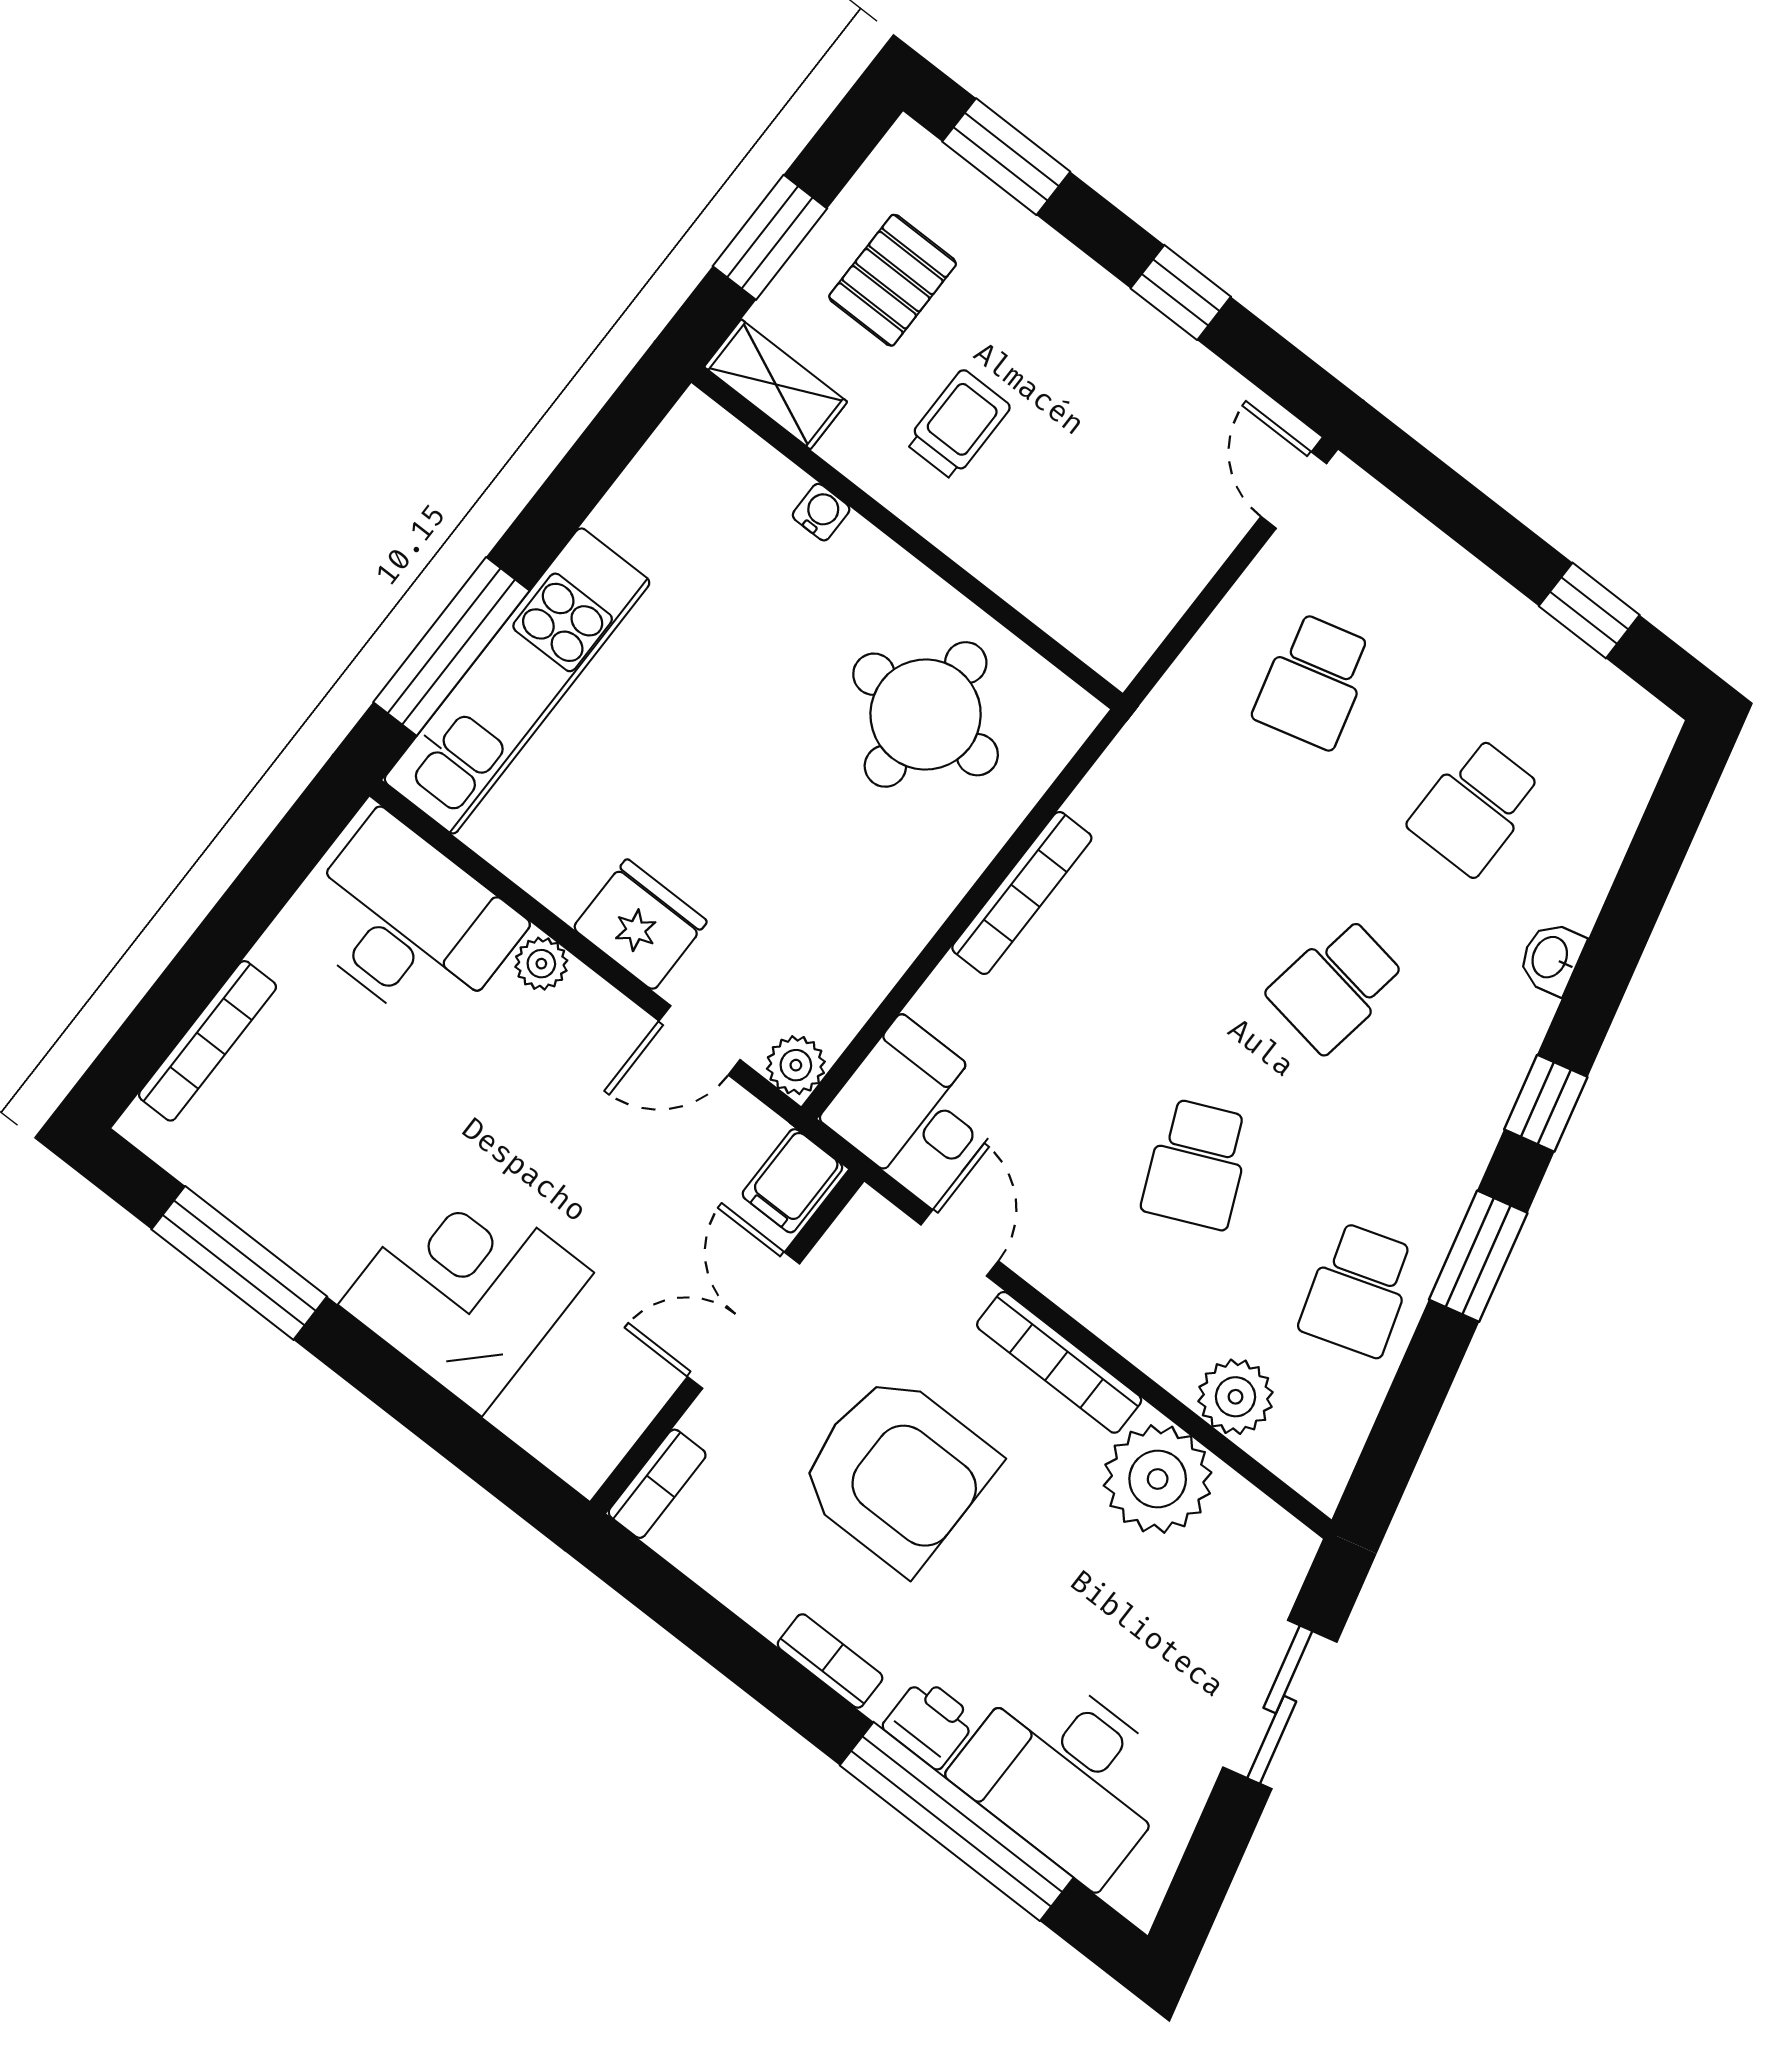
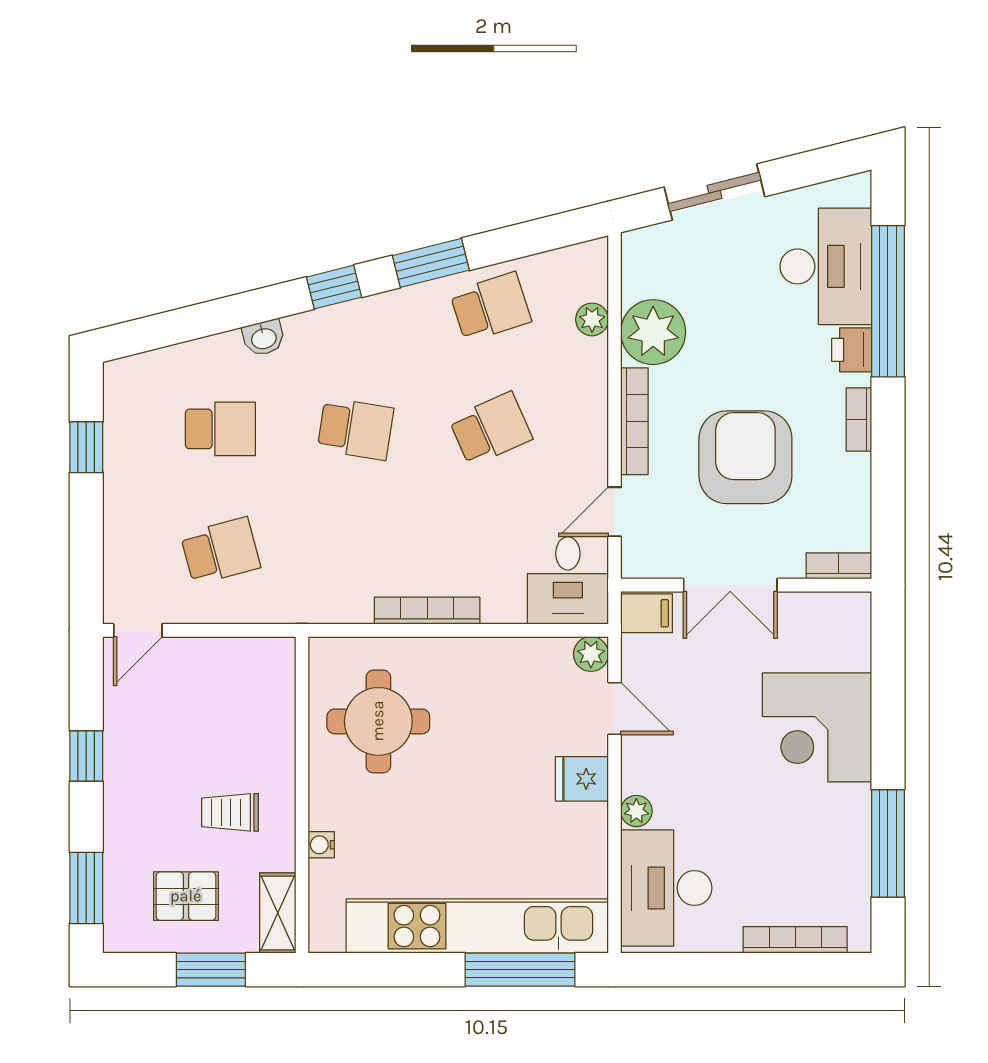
kitchen unit: (517, 681) -> (477, 926), width x1.36
fridge: (640, 925) -> (582, 779), width x0.72
plant: (1236, 1397) -> (592, 319), width x0.73, depth x0.73

